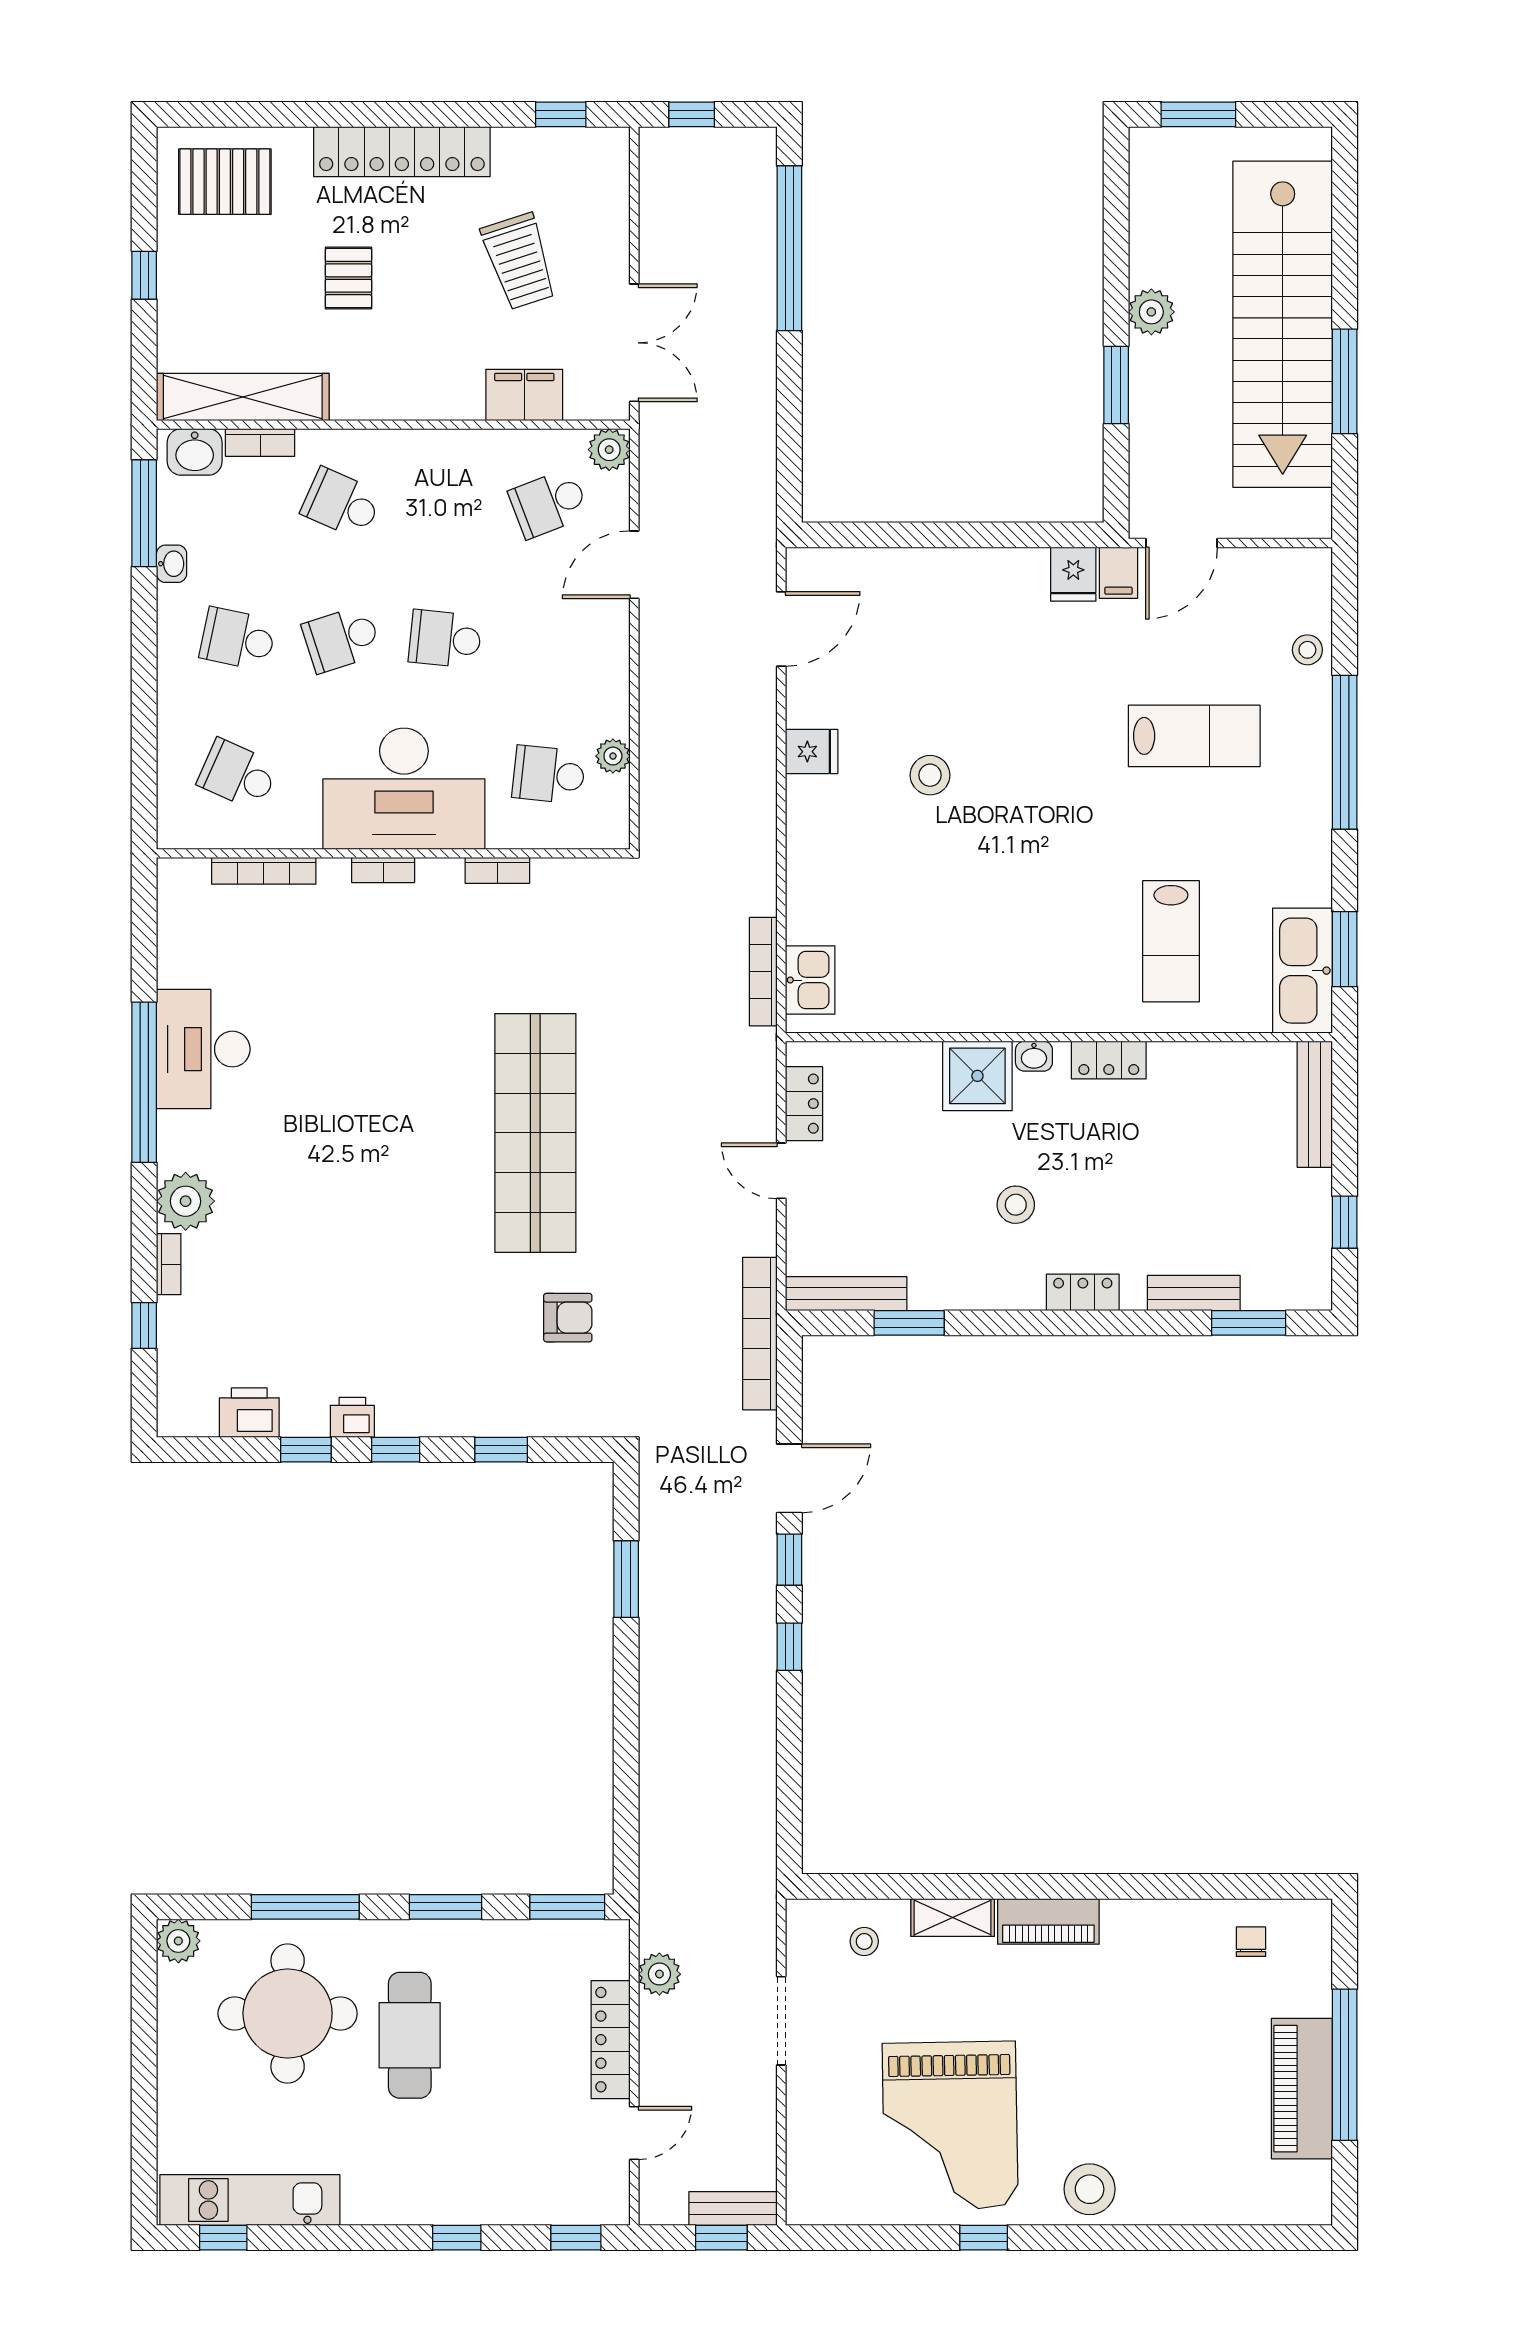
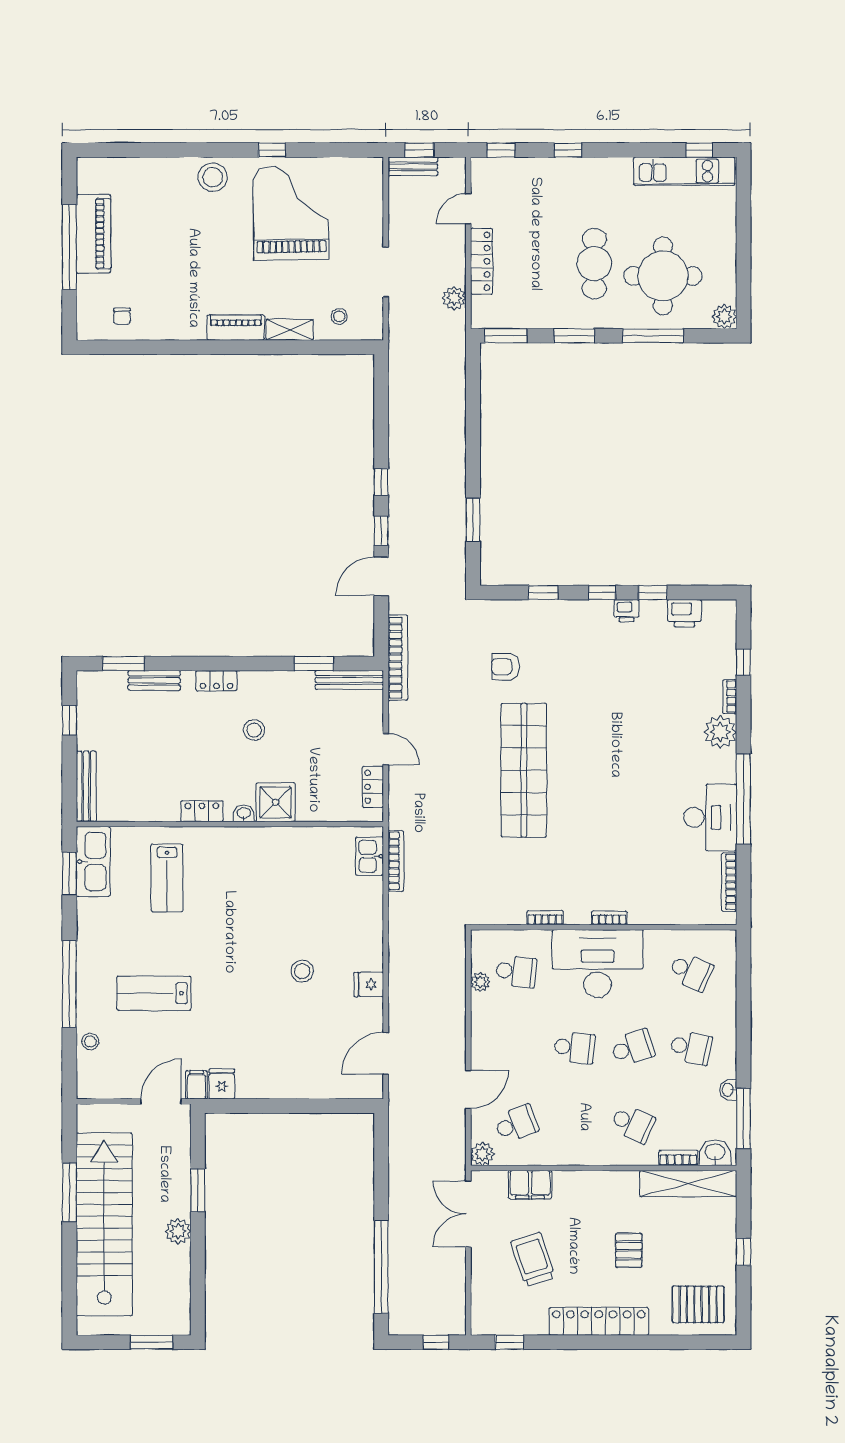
bookcase: (264, 871) -> (729, 882), moved, turned -90
lab bench: (1171, 941) -> (167, 878), turned 180

